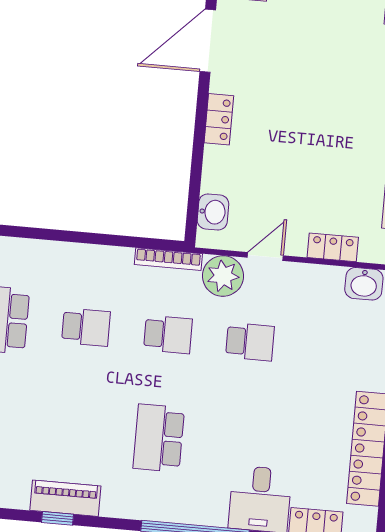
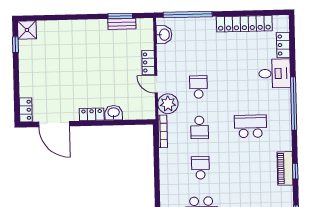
washbasin: (213, 212) -> (114, 113), moved
locker: (333, 247) -> (148, 62), moved
school desk: (168, 334) -> (199, 127), turned 180
school desk: (159, 438) -> (250, 126), turned 180

